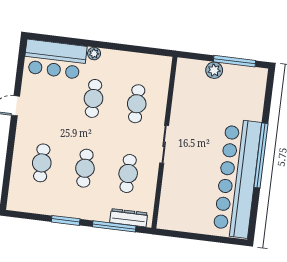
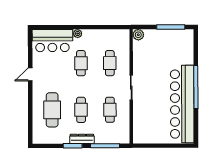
plant: (214, 70) -> (138, 35), moved
cafe table: (42, 163) -> (52, 110), width x1.37, depth x1.35
dresser: (129, 218) -> (82, 139), moved

